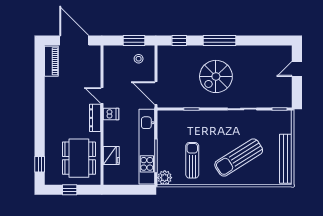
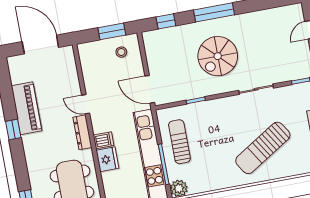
piano: (51, 61) -> (27, 108), moved, width x1.37, depth x1.33
window: (40, 105) -> (13, 130), added
dishwasher: (111, 114) -> (104, 140), moved
fridge: (111, 156) -> (107, 159), moved
sun lounger: (192, 160) -> (179, 142), moved

